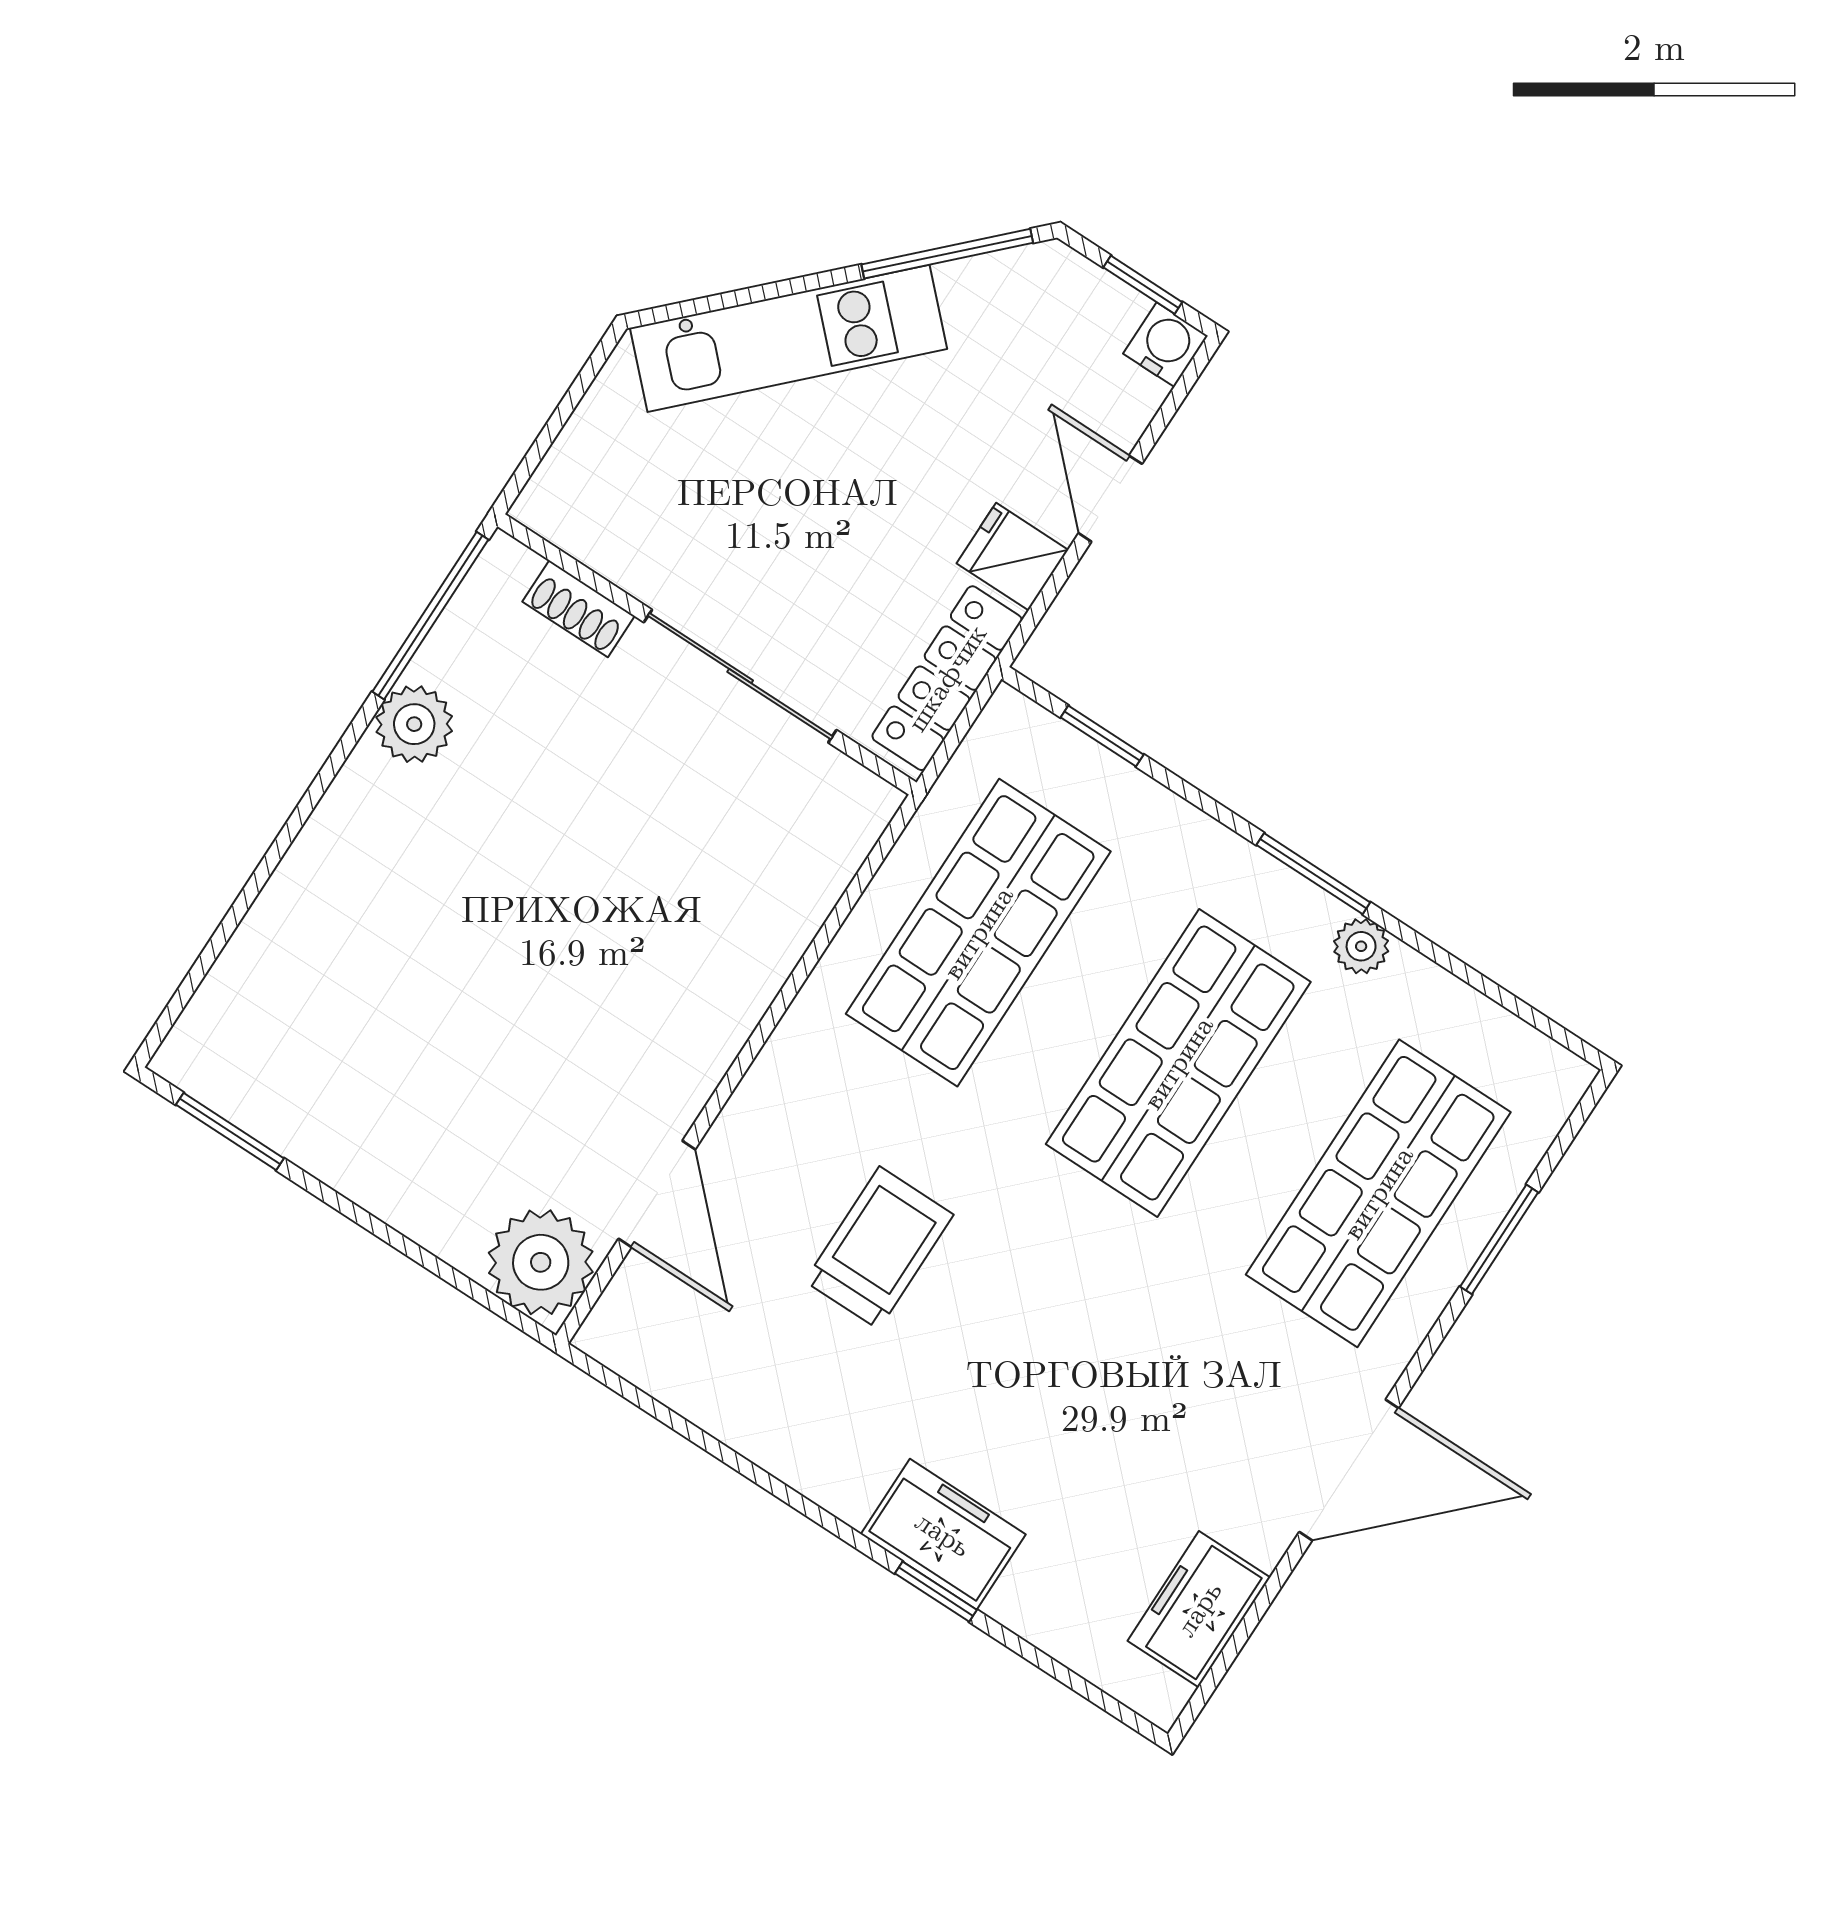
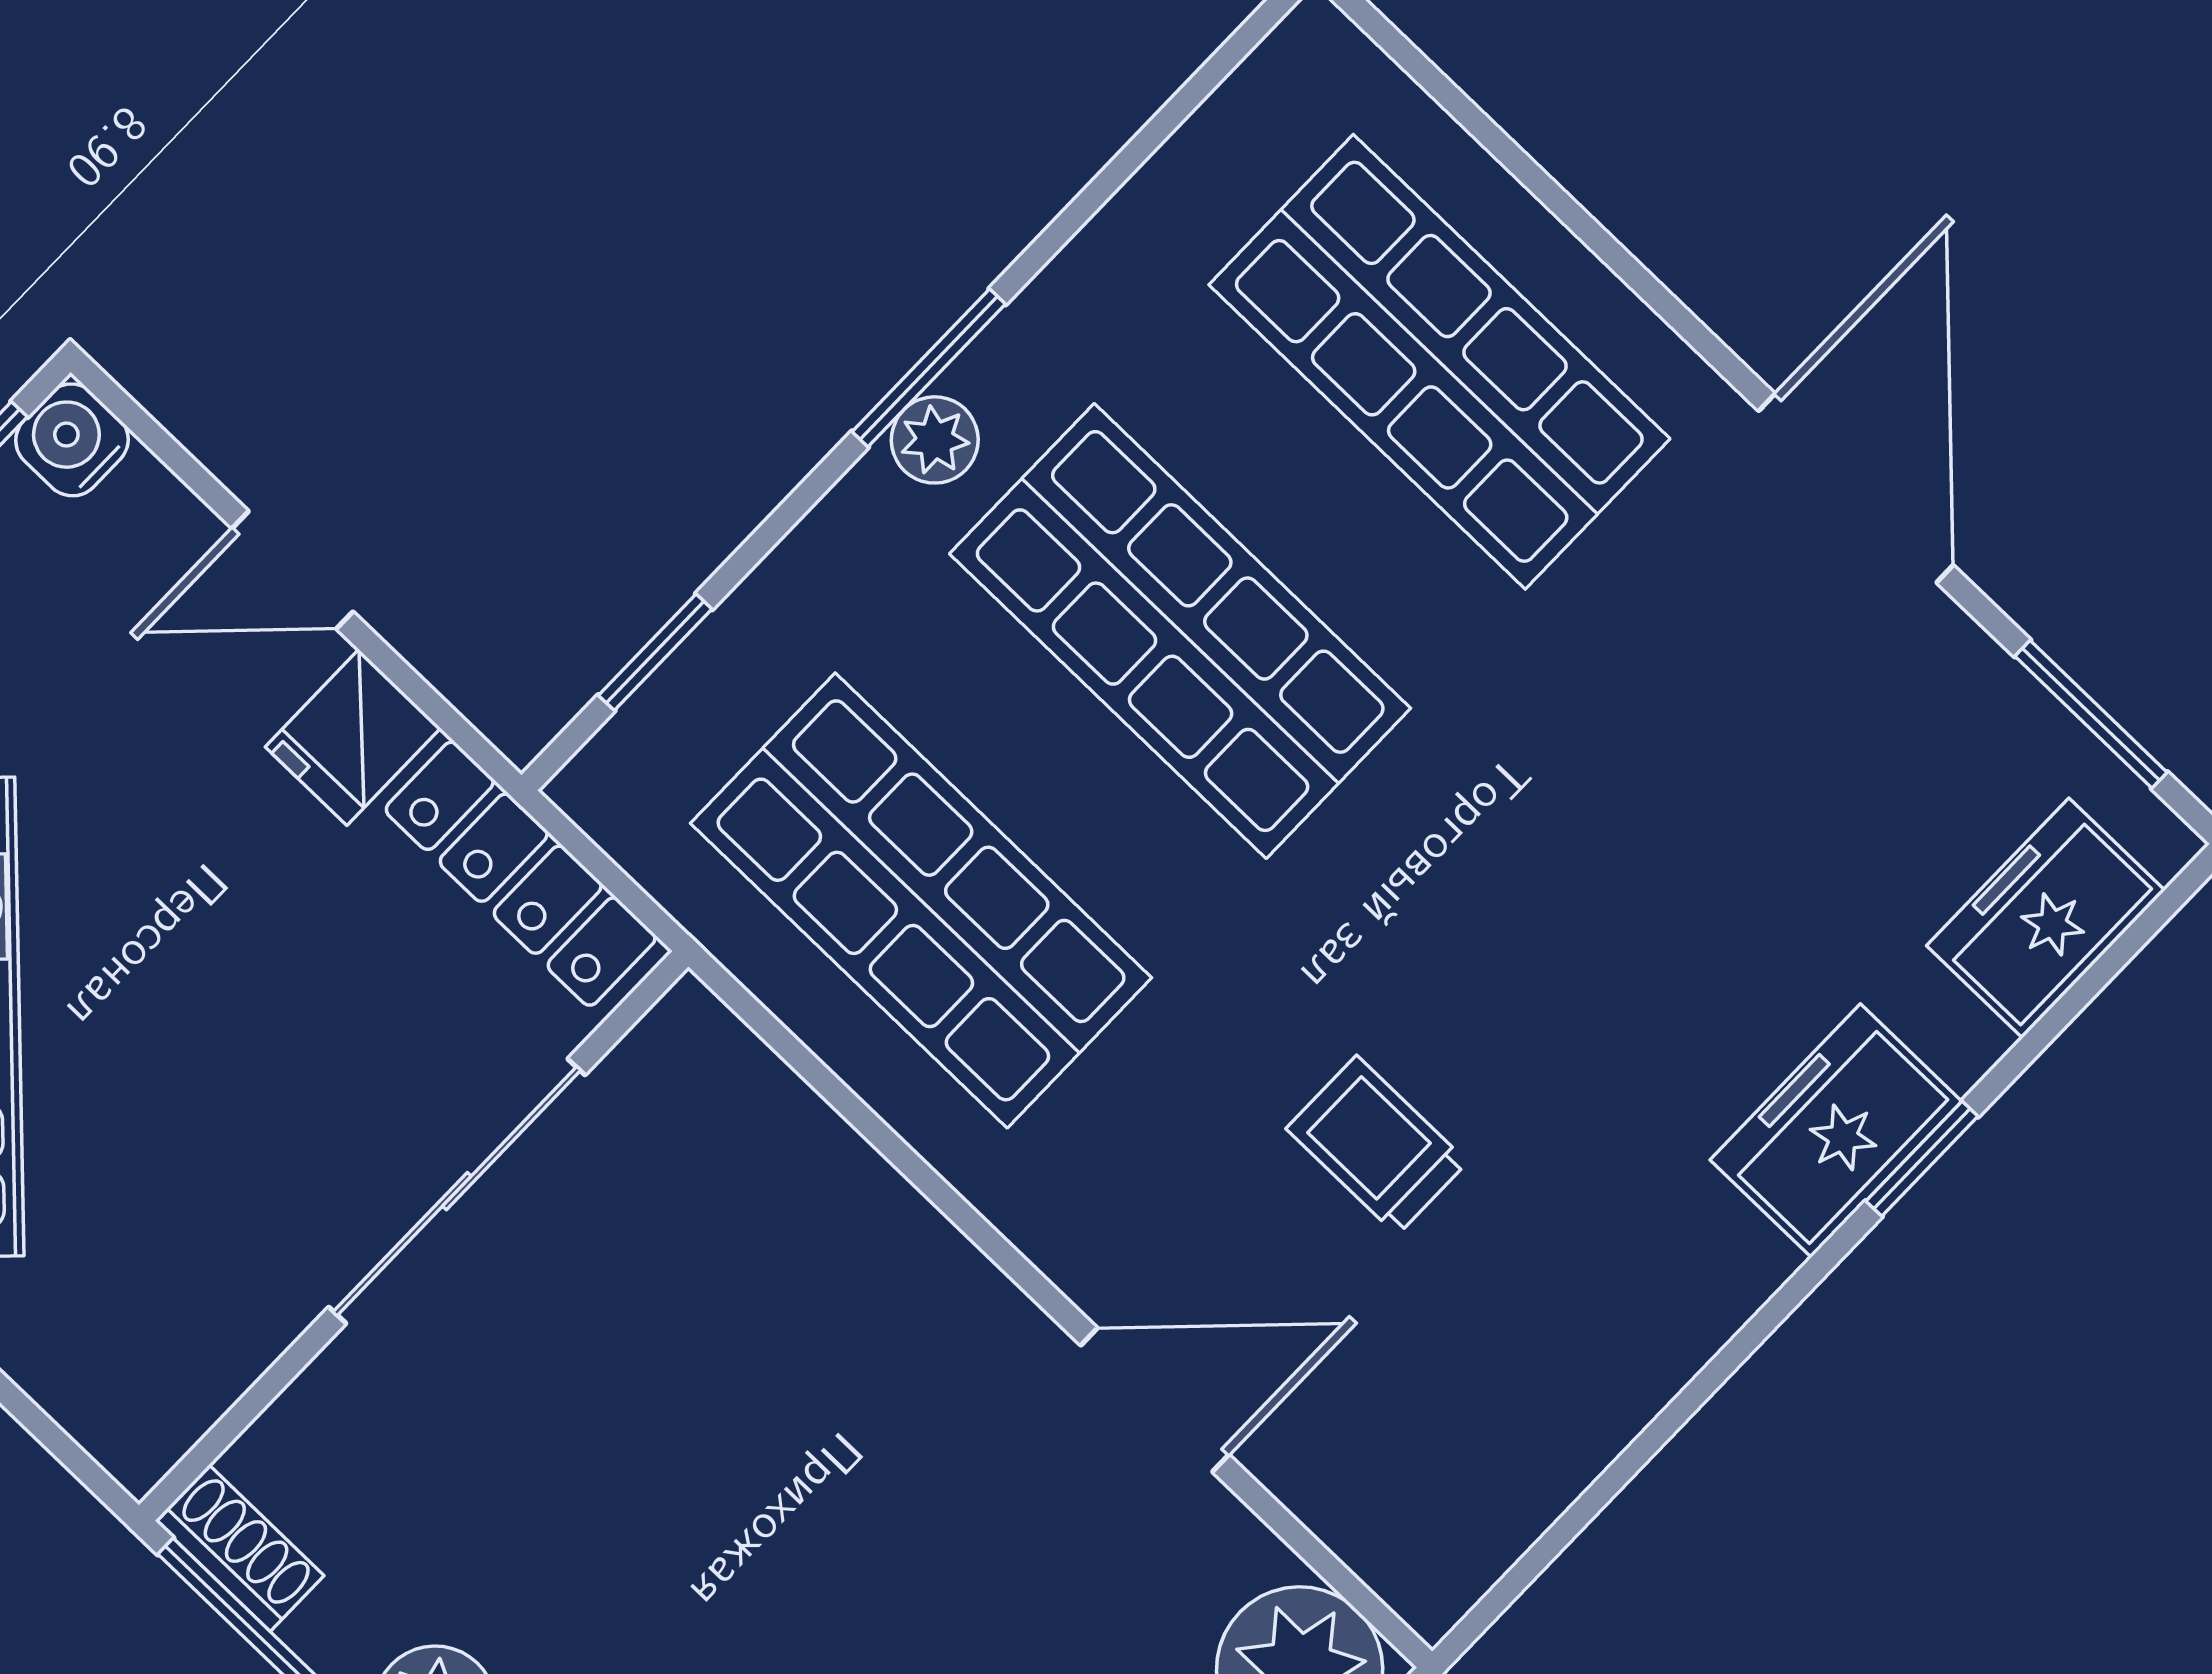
shoe rack: (579, 609) -> (240, 1548), moved, turned -90
plant: (1361, 946) -> (935, 440), moved
door: (657, 1194) -> (1155, 1400), moved
window: (1499, 1239) -> (2091, 714), moved
trolley: (879, 1248) -> (1377, 1145), width x0.73, depth x0.72
freezer: (1199, 1609) -> (2046, 918), moved, turned 90

